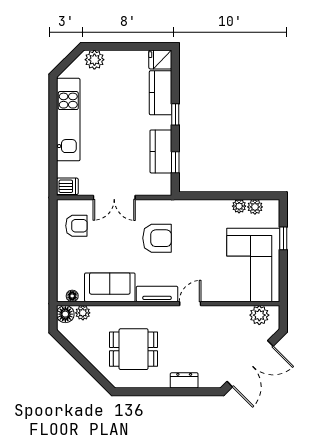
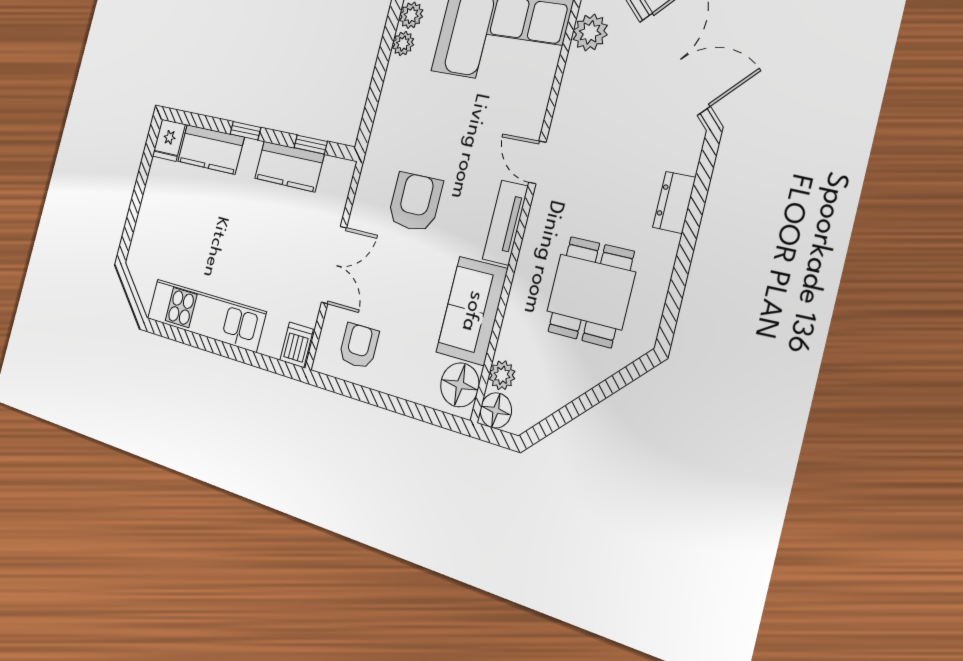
plant: (94, 60) -> (141, 249), removed
floor lamp: (72, 296) -> (460, 385), width x1.89, depth x1.89

